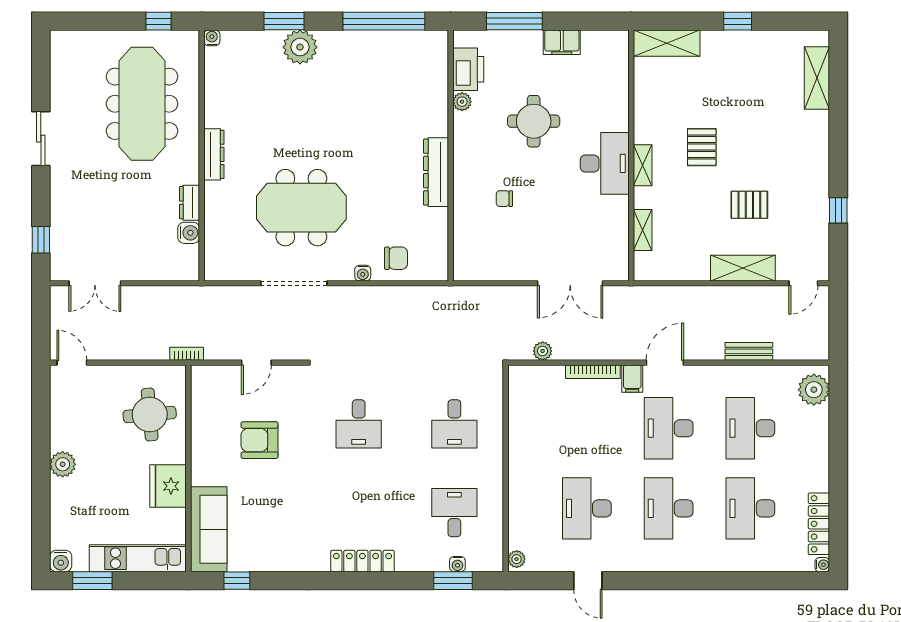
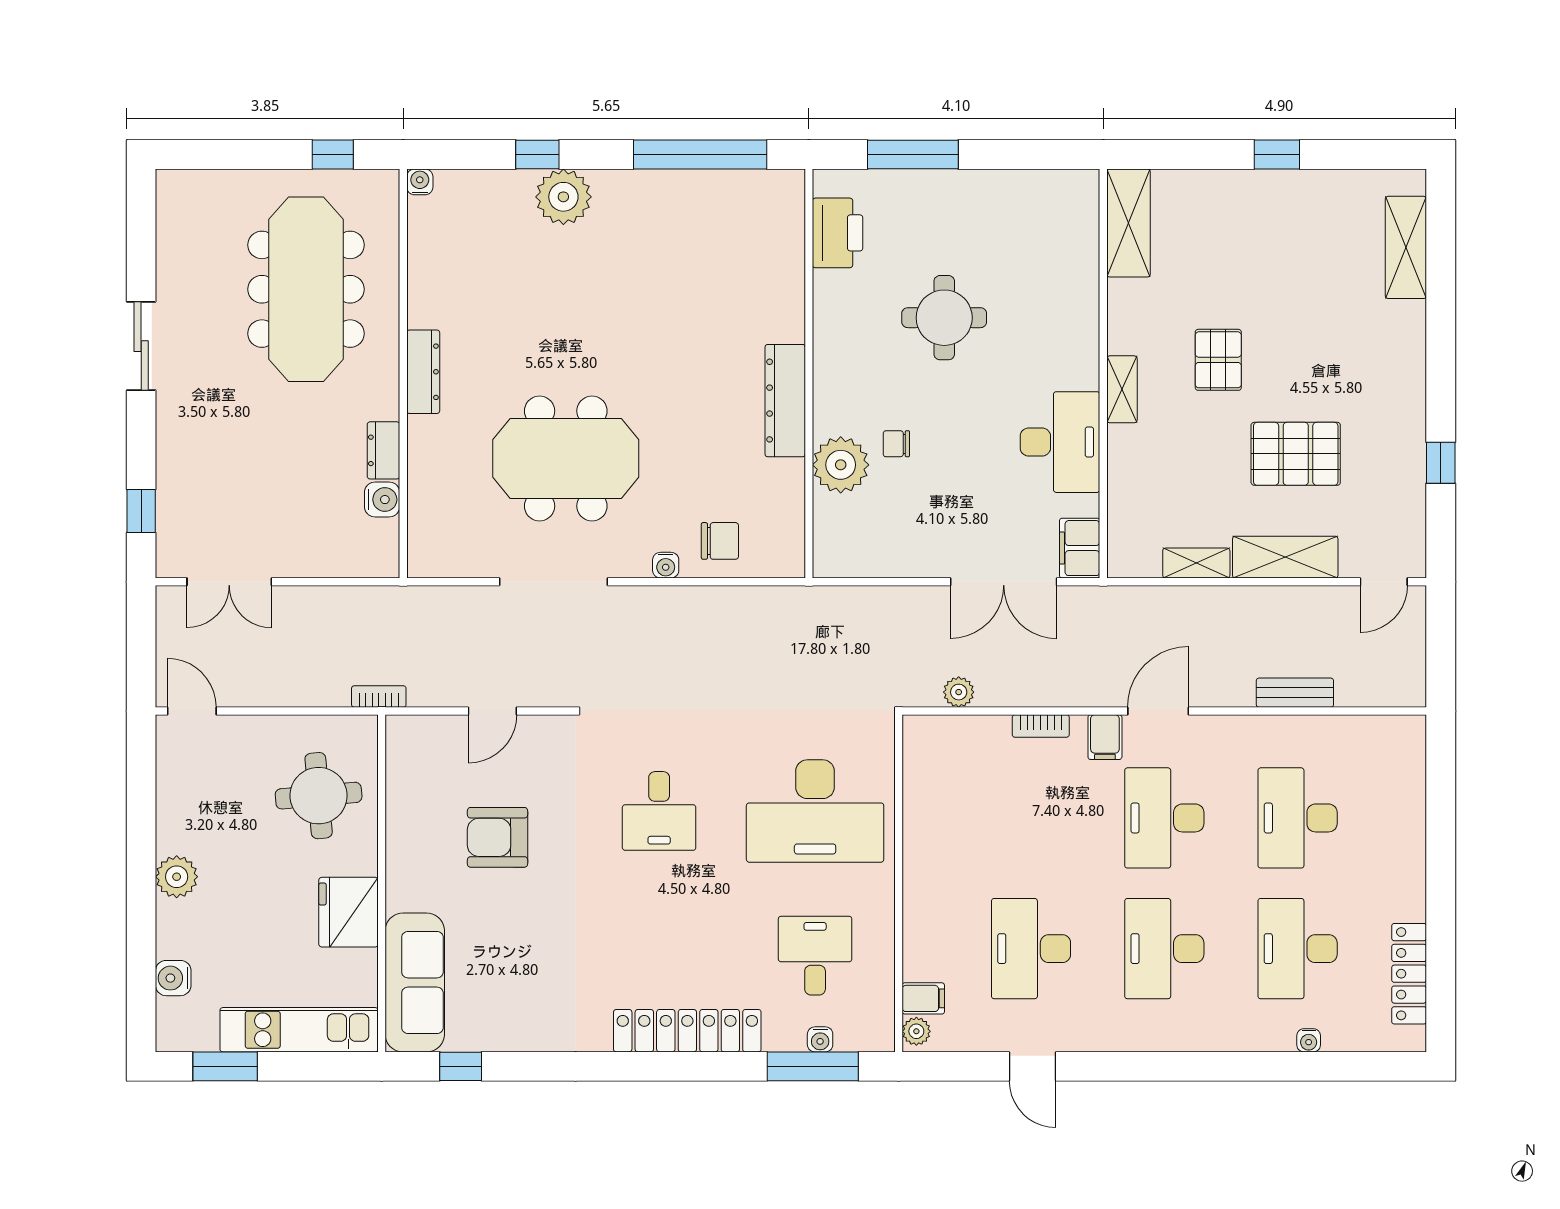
window: (284, 21) -> (537, 155), width x0.67
filing cabinet: (562, 42) -> (1080, 548), moved, turned 90
shelving: (667, 43) -> (1128, 223), moved, turned 90
plant: (462, 102) -> (841, 465), moved, width x1.88, depth x1.88
desk: (605, 163) -> (1060, 442), moved
pallet: (749, 205) -> (1296, 454), width x1.50, depth x1.42
shelving: (643, 230) -> (1196, 563), moved, turned 90
bookcase: (593, 372) -> (1041, 726), width x0.64
plant: (814, 390) -> (1401, 755), removed
desk: (454, 424) -> (815, 811), width x1.87, depth x1.30
filing cabinet: (521, 539) -> (923, 998), added
water cooler: (61, 561) -> (173, 978), moved, turned 90
locker: (362, 561) -> (687, 1031), width x1.41, depth x1.21
water cooler: (822, 565) -> (1309, 1040), moved, turned 90
window: (453, 581) -> (813, 1066), width x1.44

